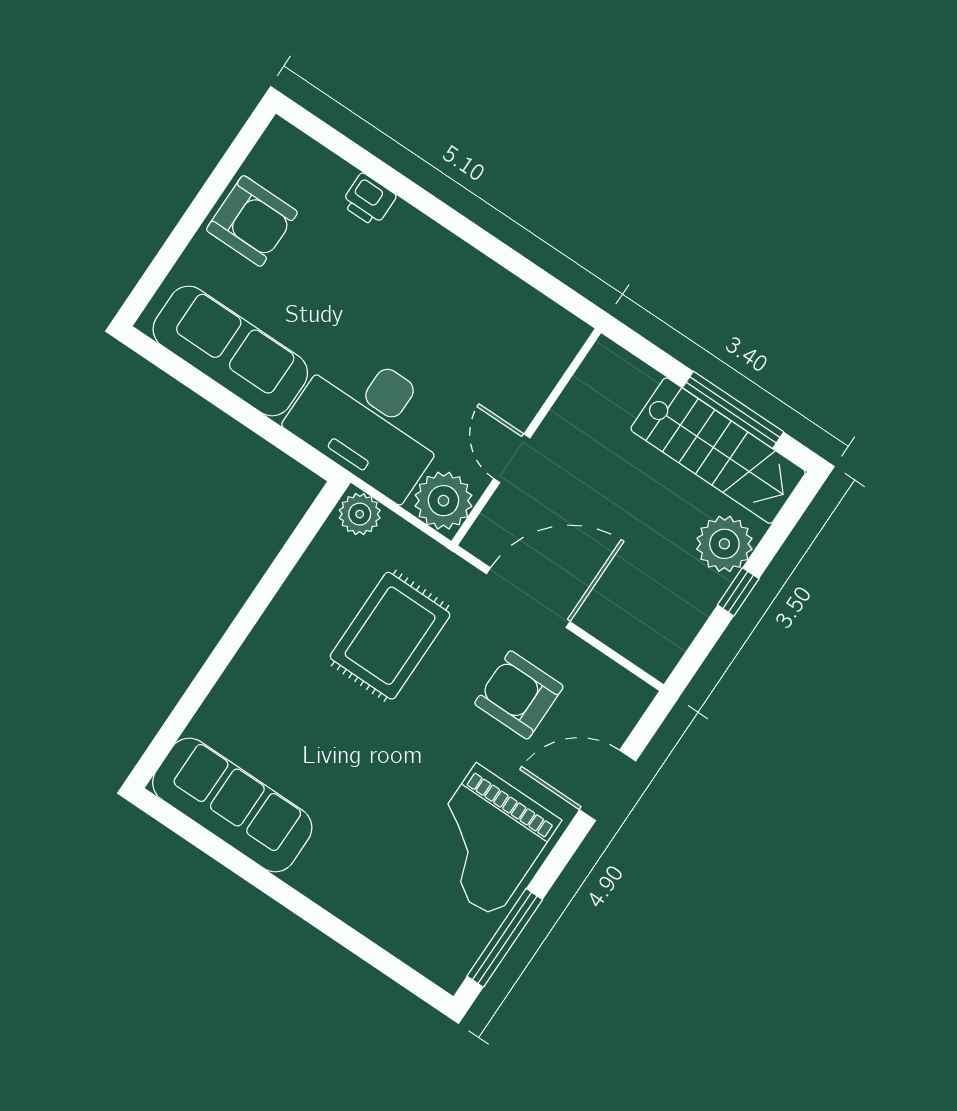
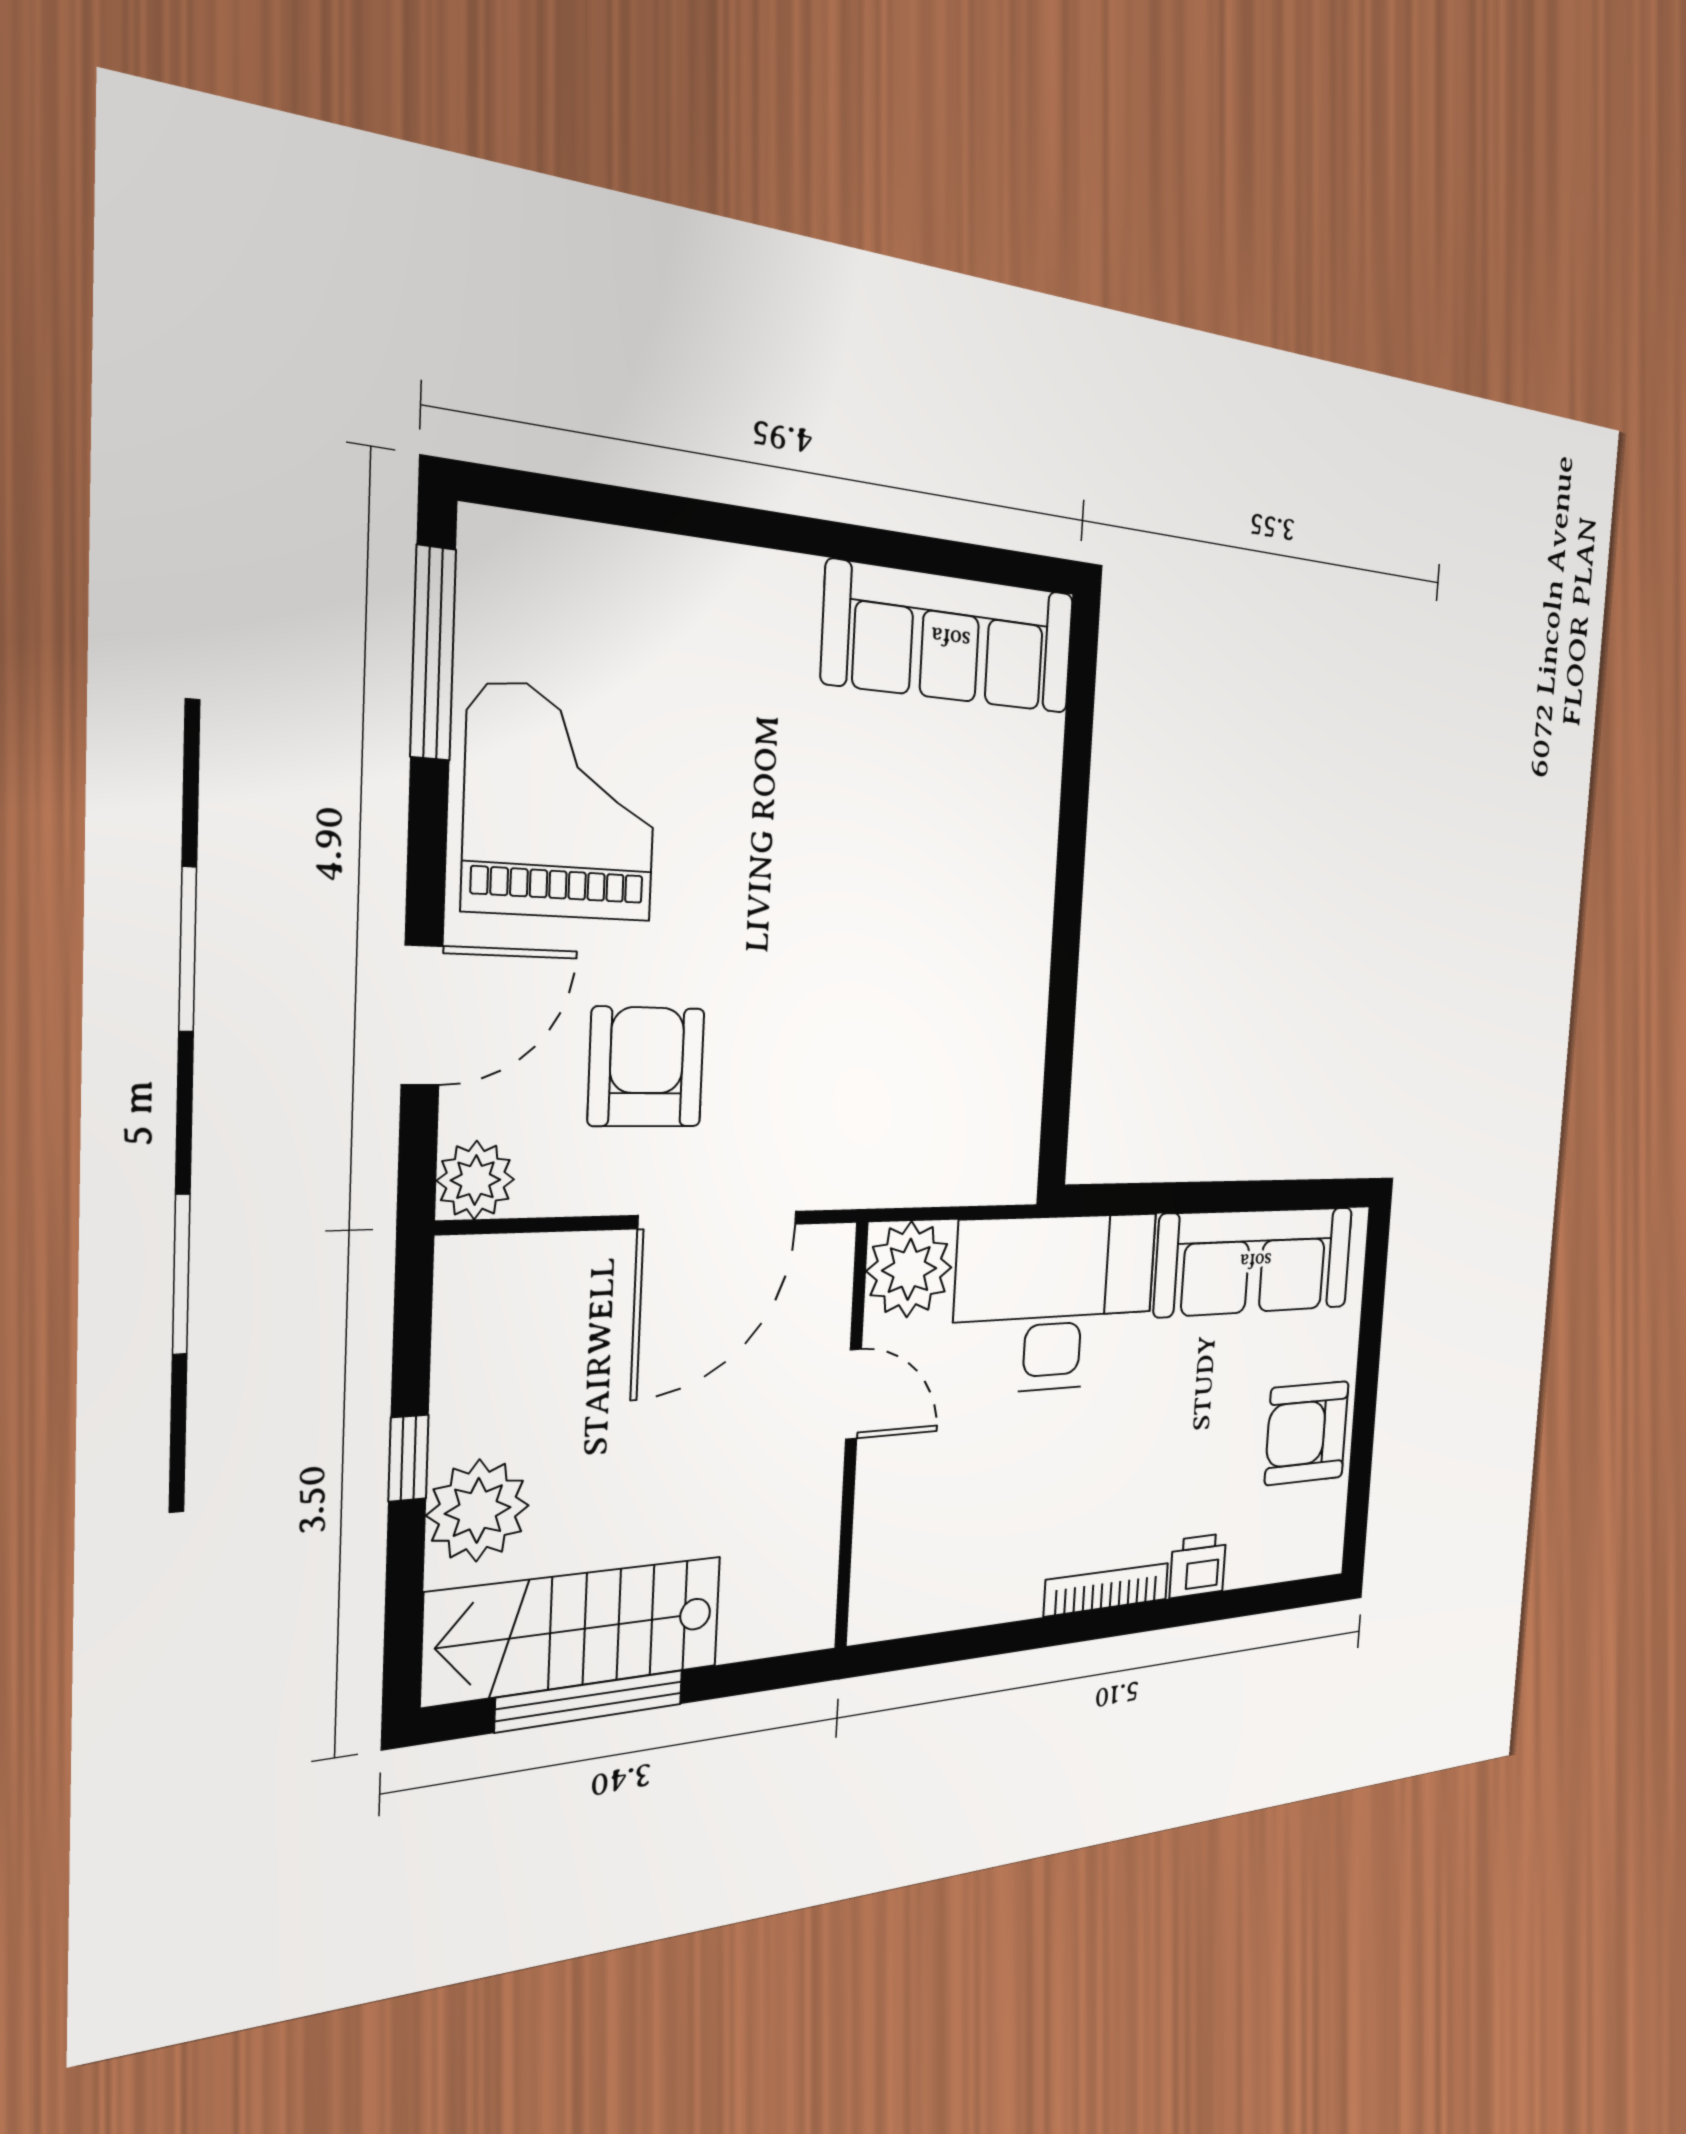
bookcase: (433, 234) -> (1107, 1590), added
plant: (360, 514) -> (476, 1180), moved
rug: (390, 636) -> (875, 1030), removed
armchair: (519, 695) -> (646, 1067), turned -90

